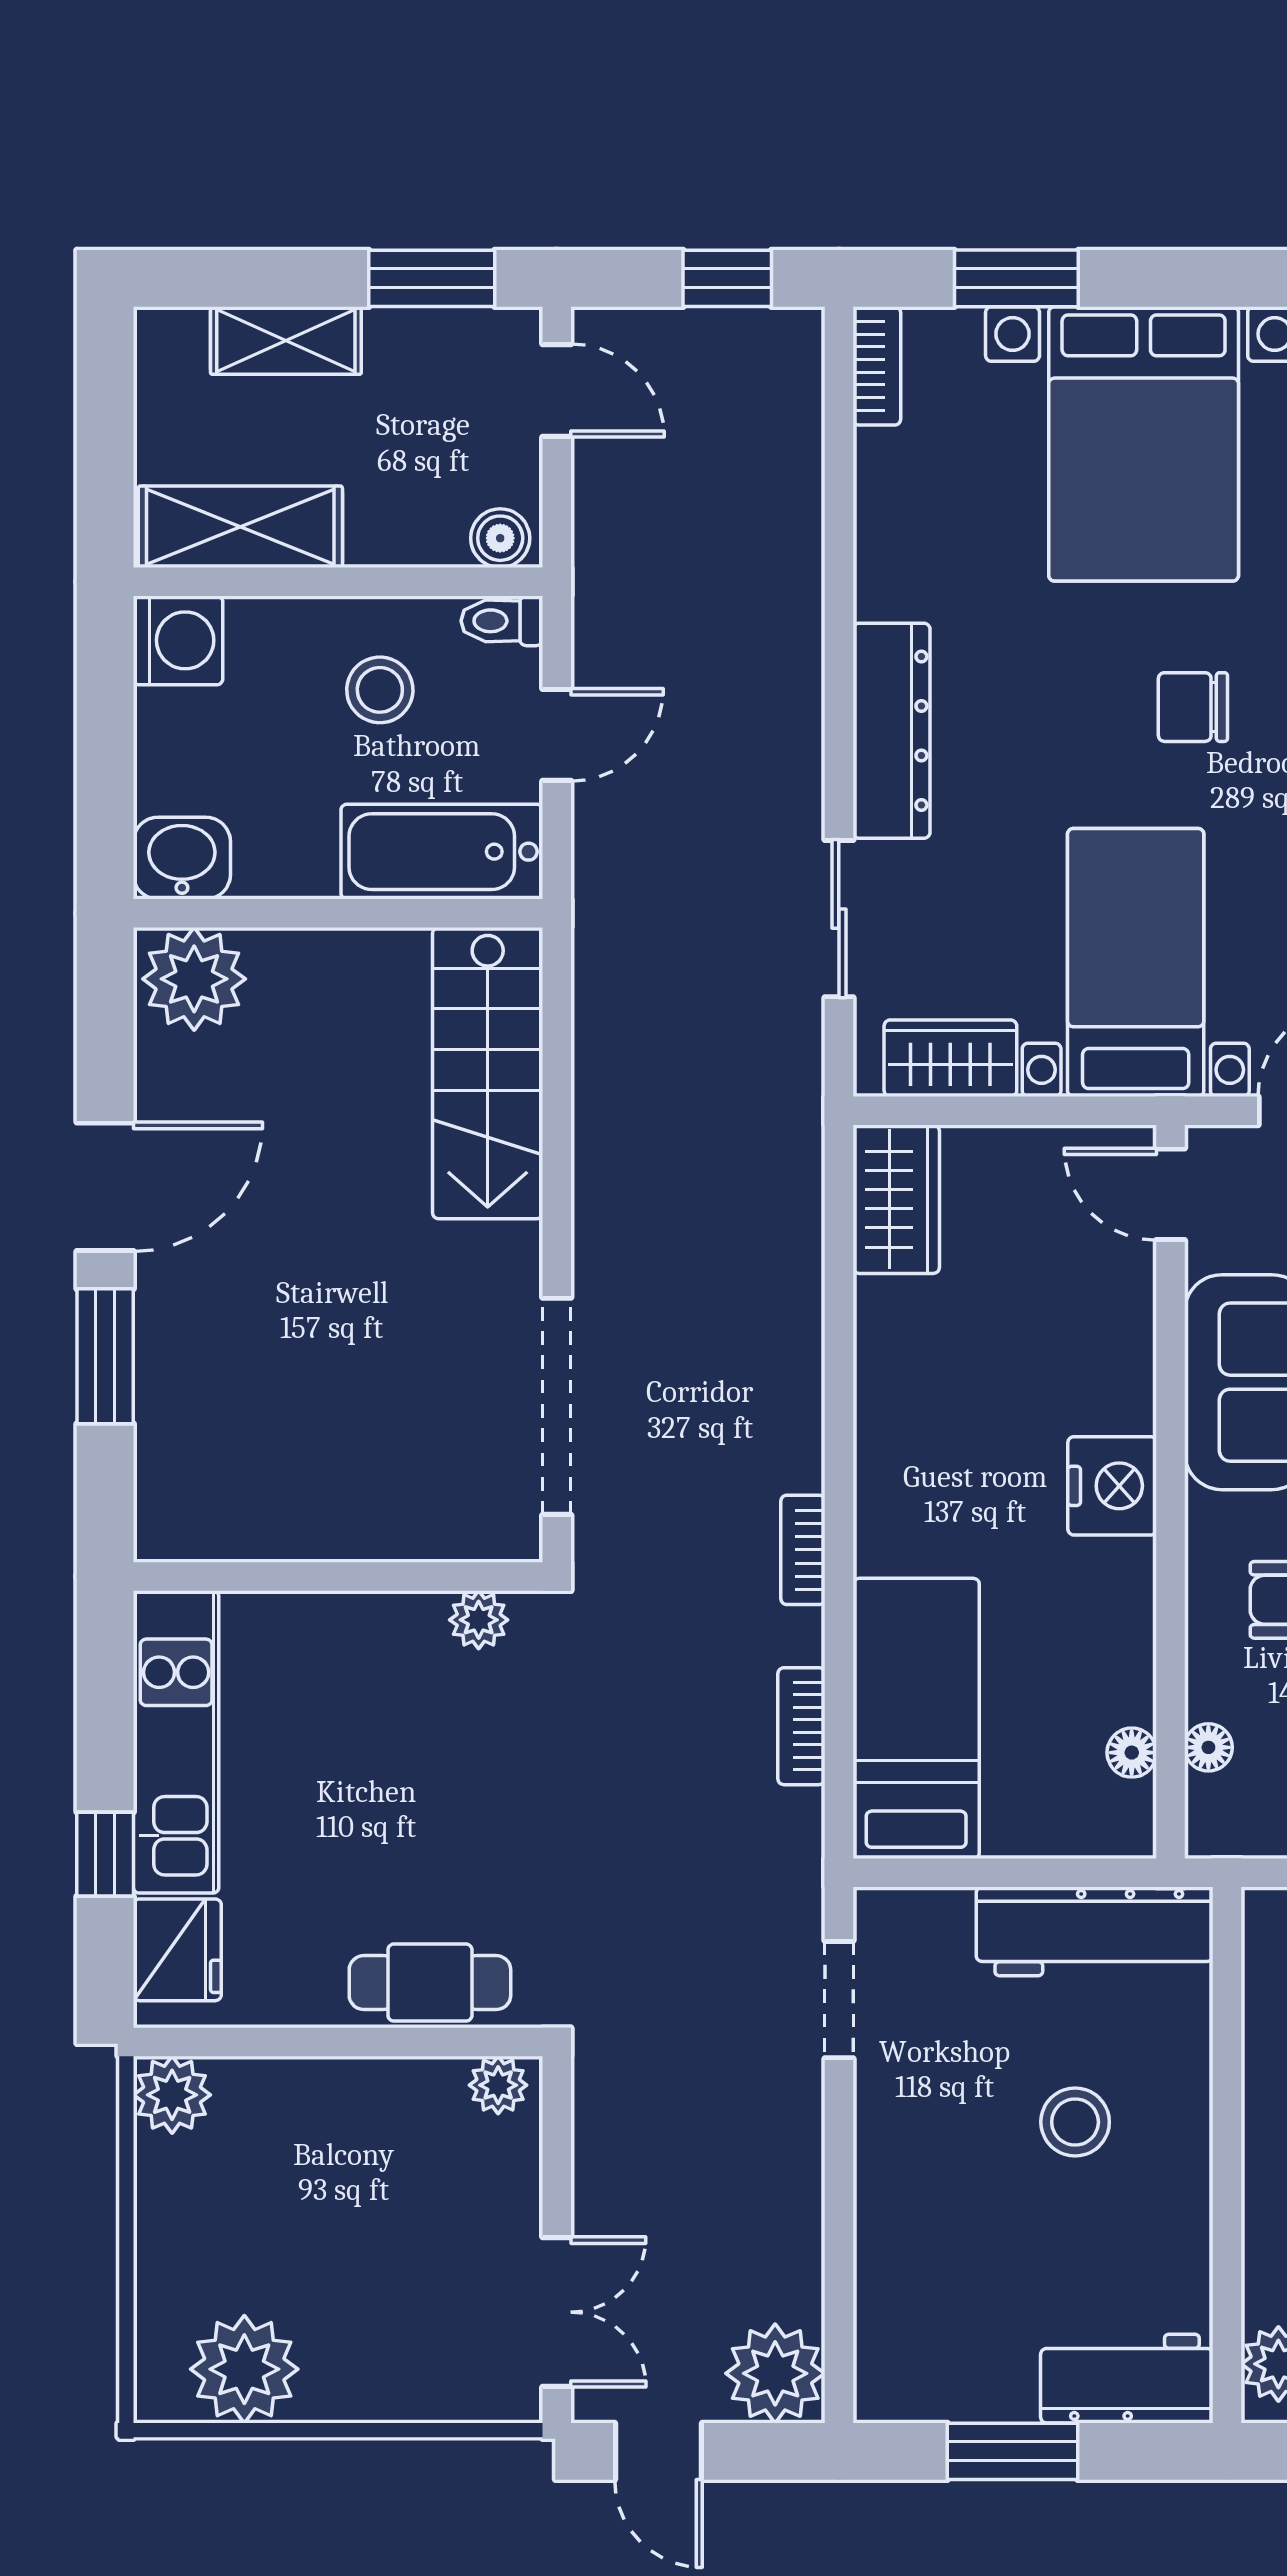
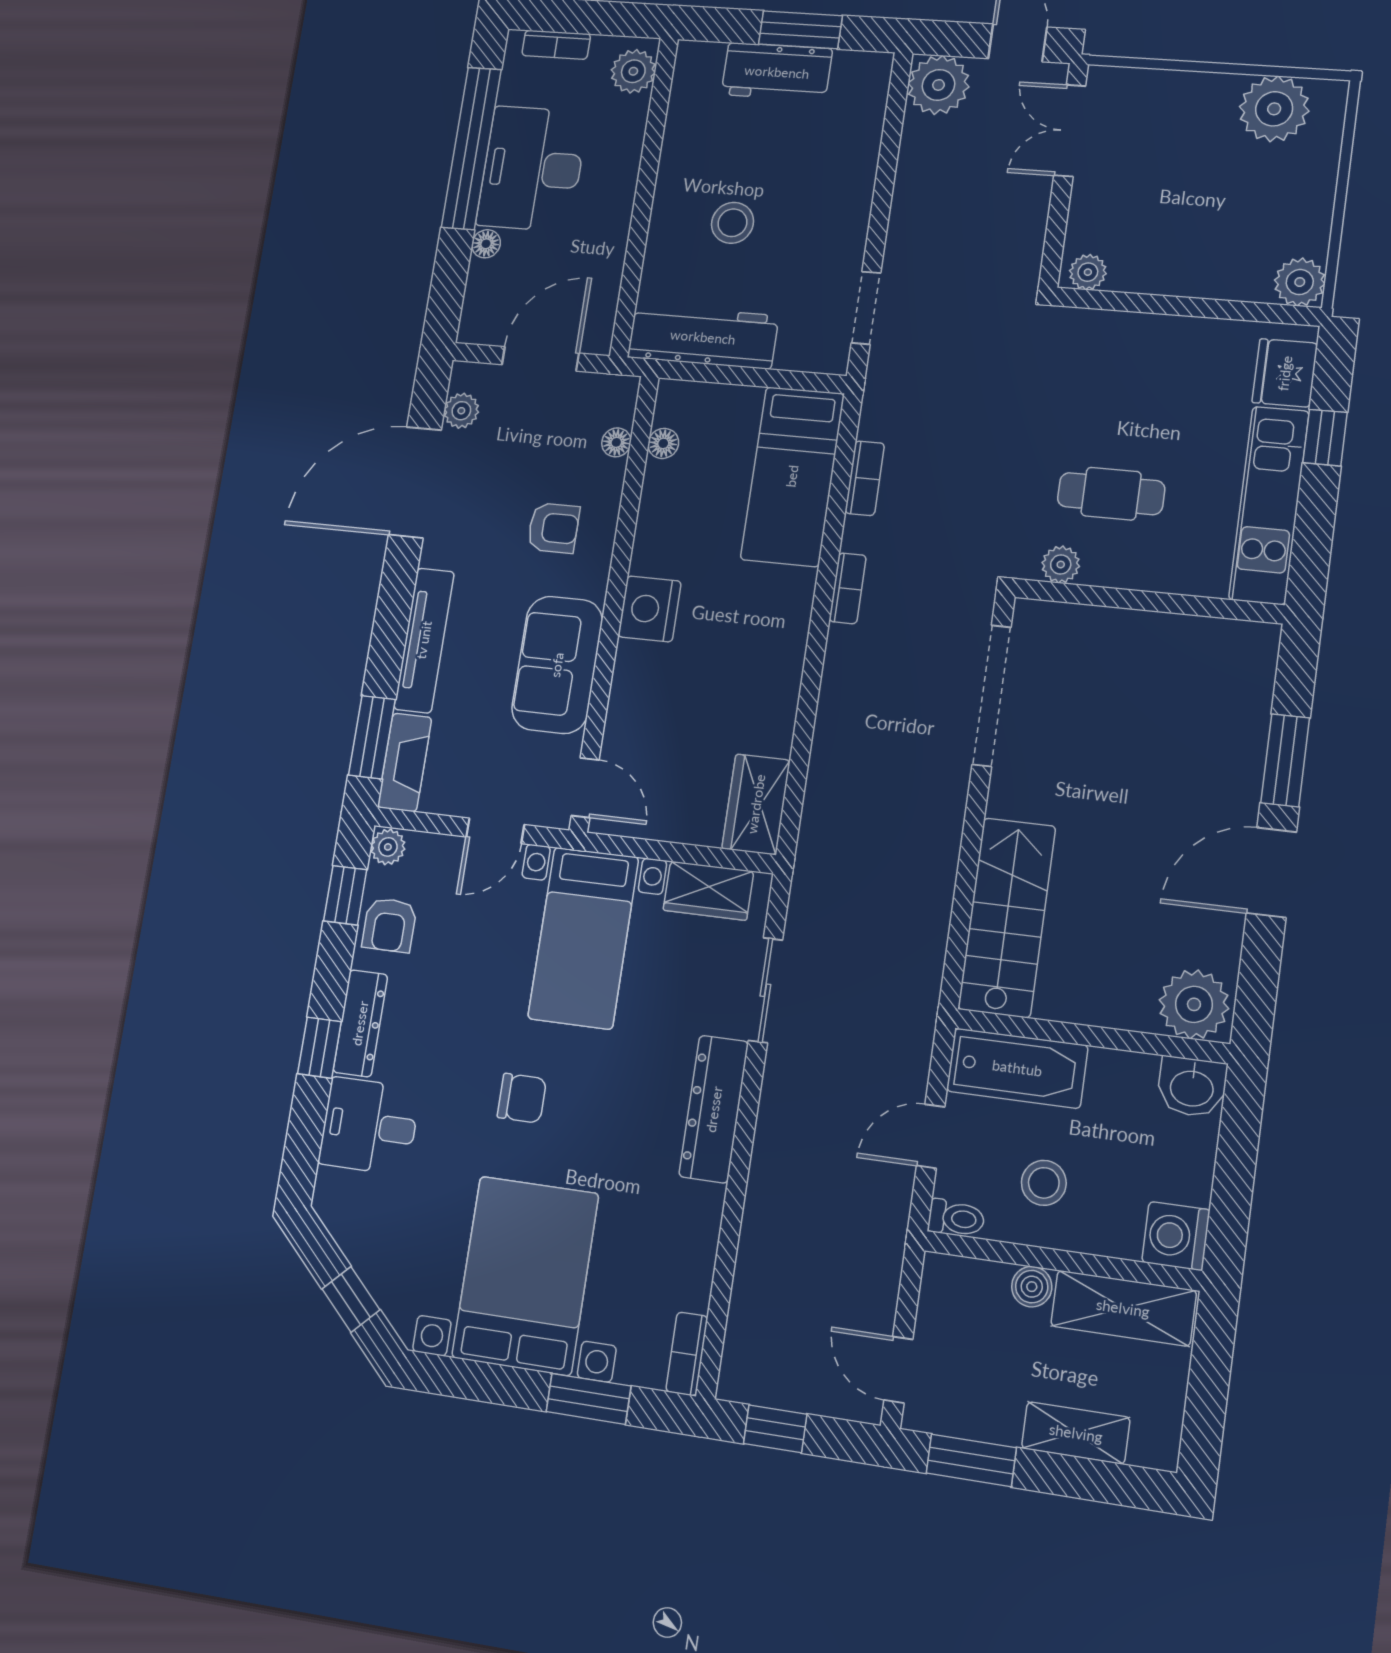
boiler: (500, 538) -> (1032, 1287), moved
cafe table: (430, 1983) -> (1111, 494), moved
workbench: (1127, 2379) -> (777, 72), moved

